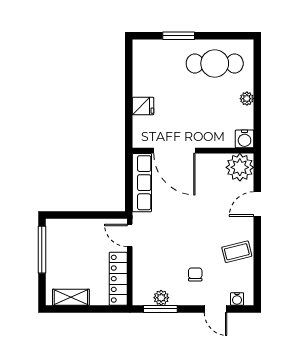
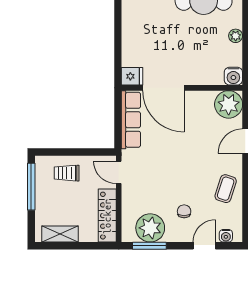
fridge: (143, 106) -> (132, 76), moved
trolley: (77, 236) -> (67, 173), added
coffee table: (237, 252) -> (226, 189), turned -58
plant: (161, 298) -> (150, 228), width x1.88, depth x1.88
door: (216, 309) -> (204, 246), swing flipped

